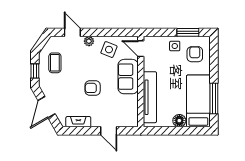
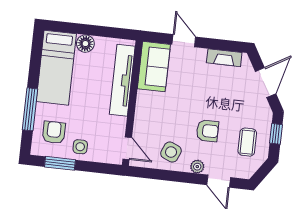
armchair: (195, 54) -> (54, 132), turned 180
sofa: (128, 77) -> (154, 67), moved
armchair: (93, 88) -> (207, 131), moved
window: (214, 99) -> (30, 109), moved

